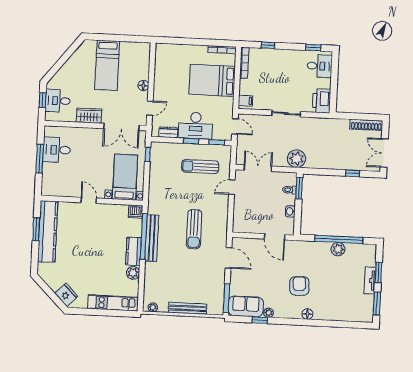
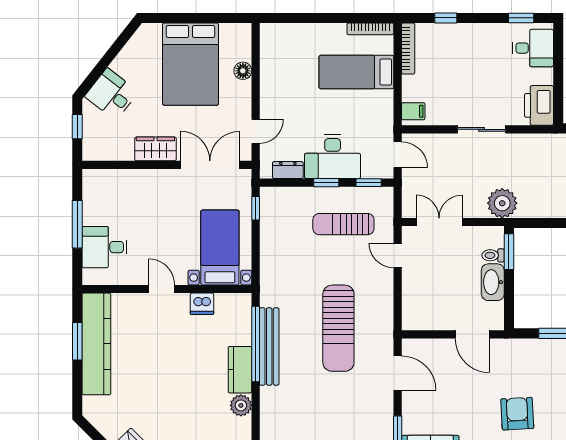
bed: (107, 65) -> (191, 64), width x1.50
bed: (212, 80) -> (356, 72), width x0.67
floor lamp: (143, 85) -> (243, 71), moved
desk: (58, 101) -> (112, 94), moved, turned 38
double door: (121, 127) -> (210, 165), swing flipped
desk: (57, 150) -> (105, 247), moved
door: (232, 187) -> (398, 256), hinge flipped
washbasin: (290, 211) -> (493, 282), width x1.91, depth x1.45
dishwasher: (136, 212) -> (202, 304), moved
sun lounger: (194, 229) -> (338, 328), width x1.36, depth x1.34

